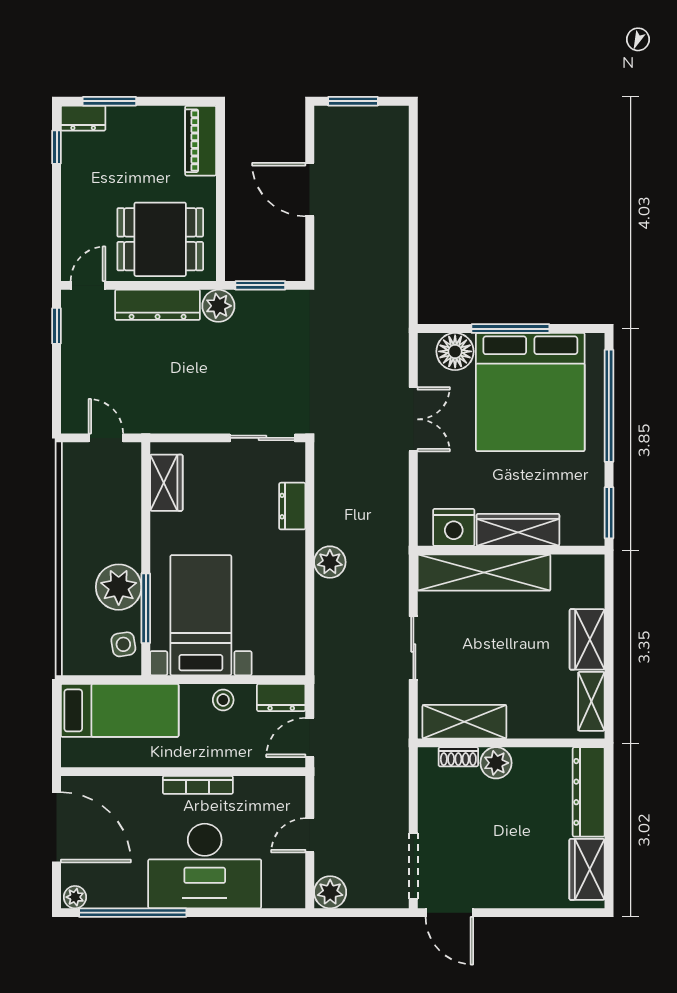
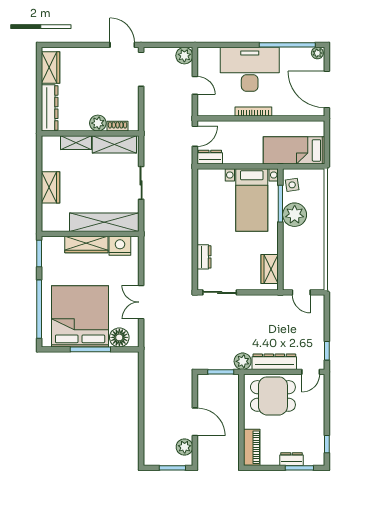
dresser: (83, 118) -> (291, 459), moved
plant: (330, 562) -> (185, 447), moved
stool: (223, 700) -> (240, 156), removed
shelving: (591, 701) -> (76, 143), moved, turned 90
door: (310, 835) -> (195, 85), hinge flipped

